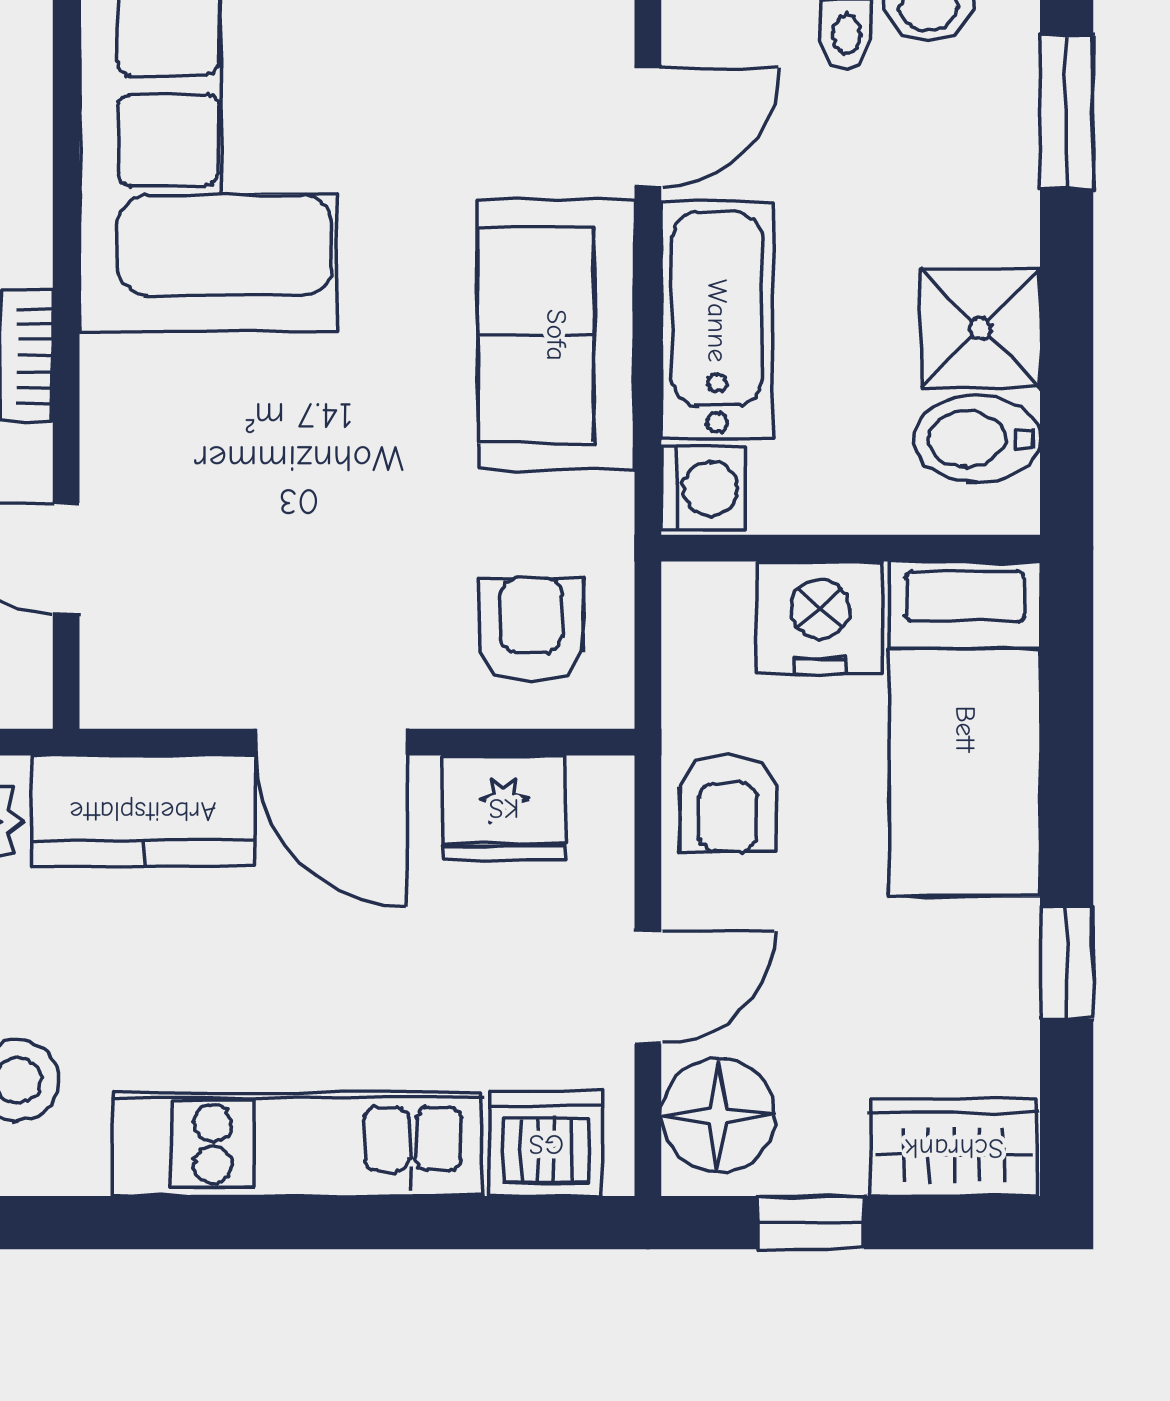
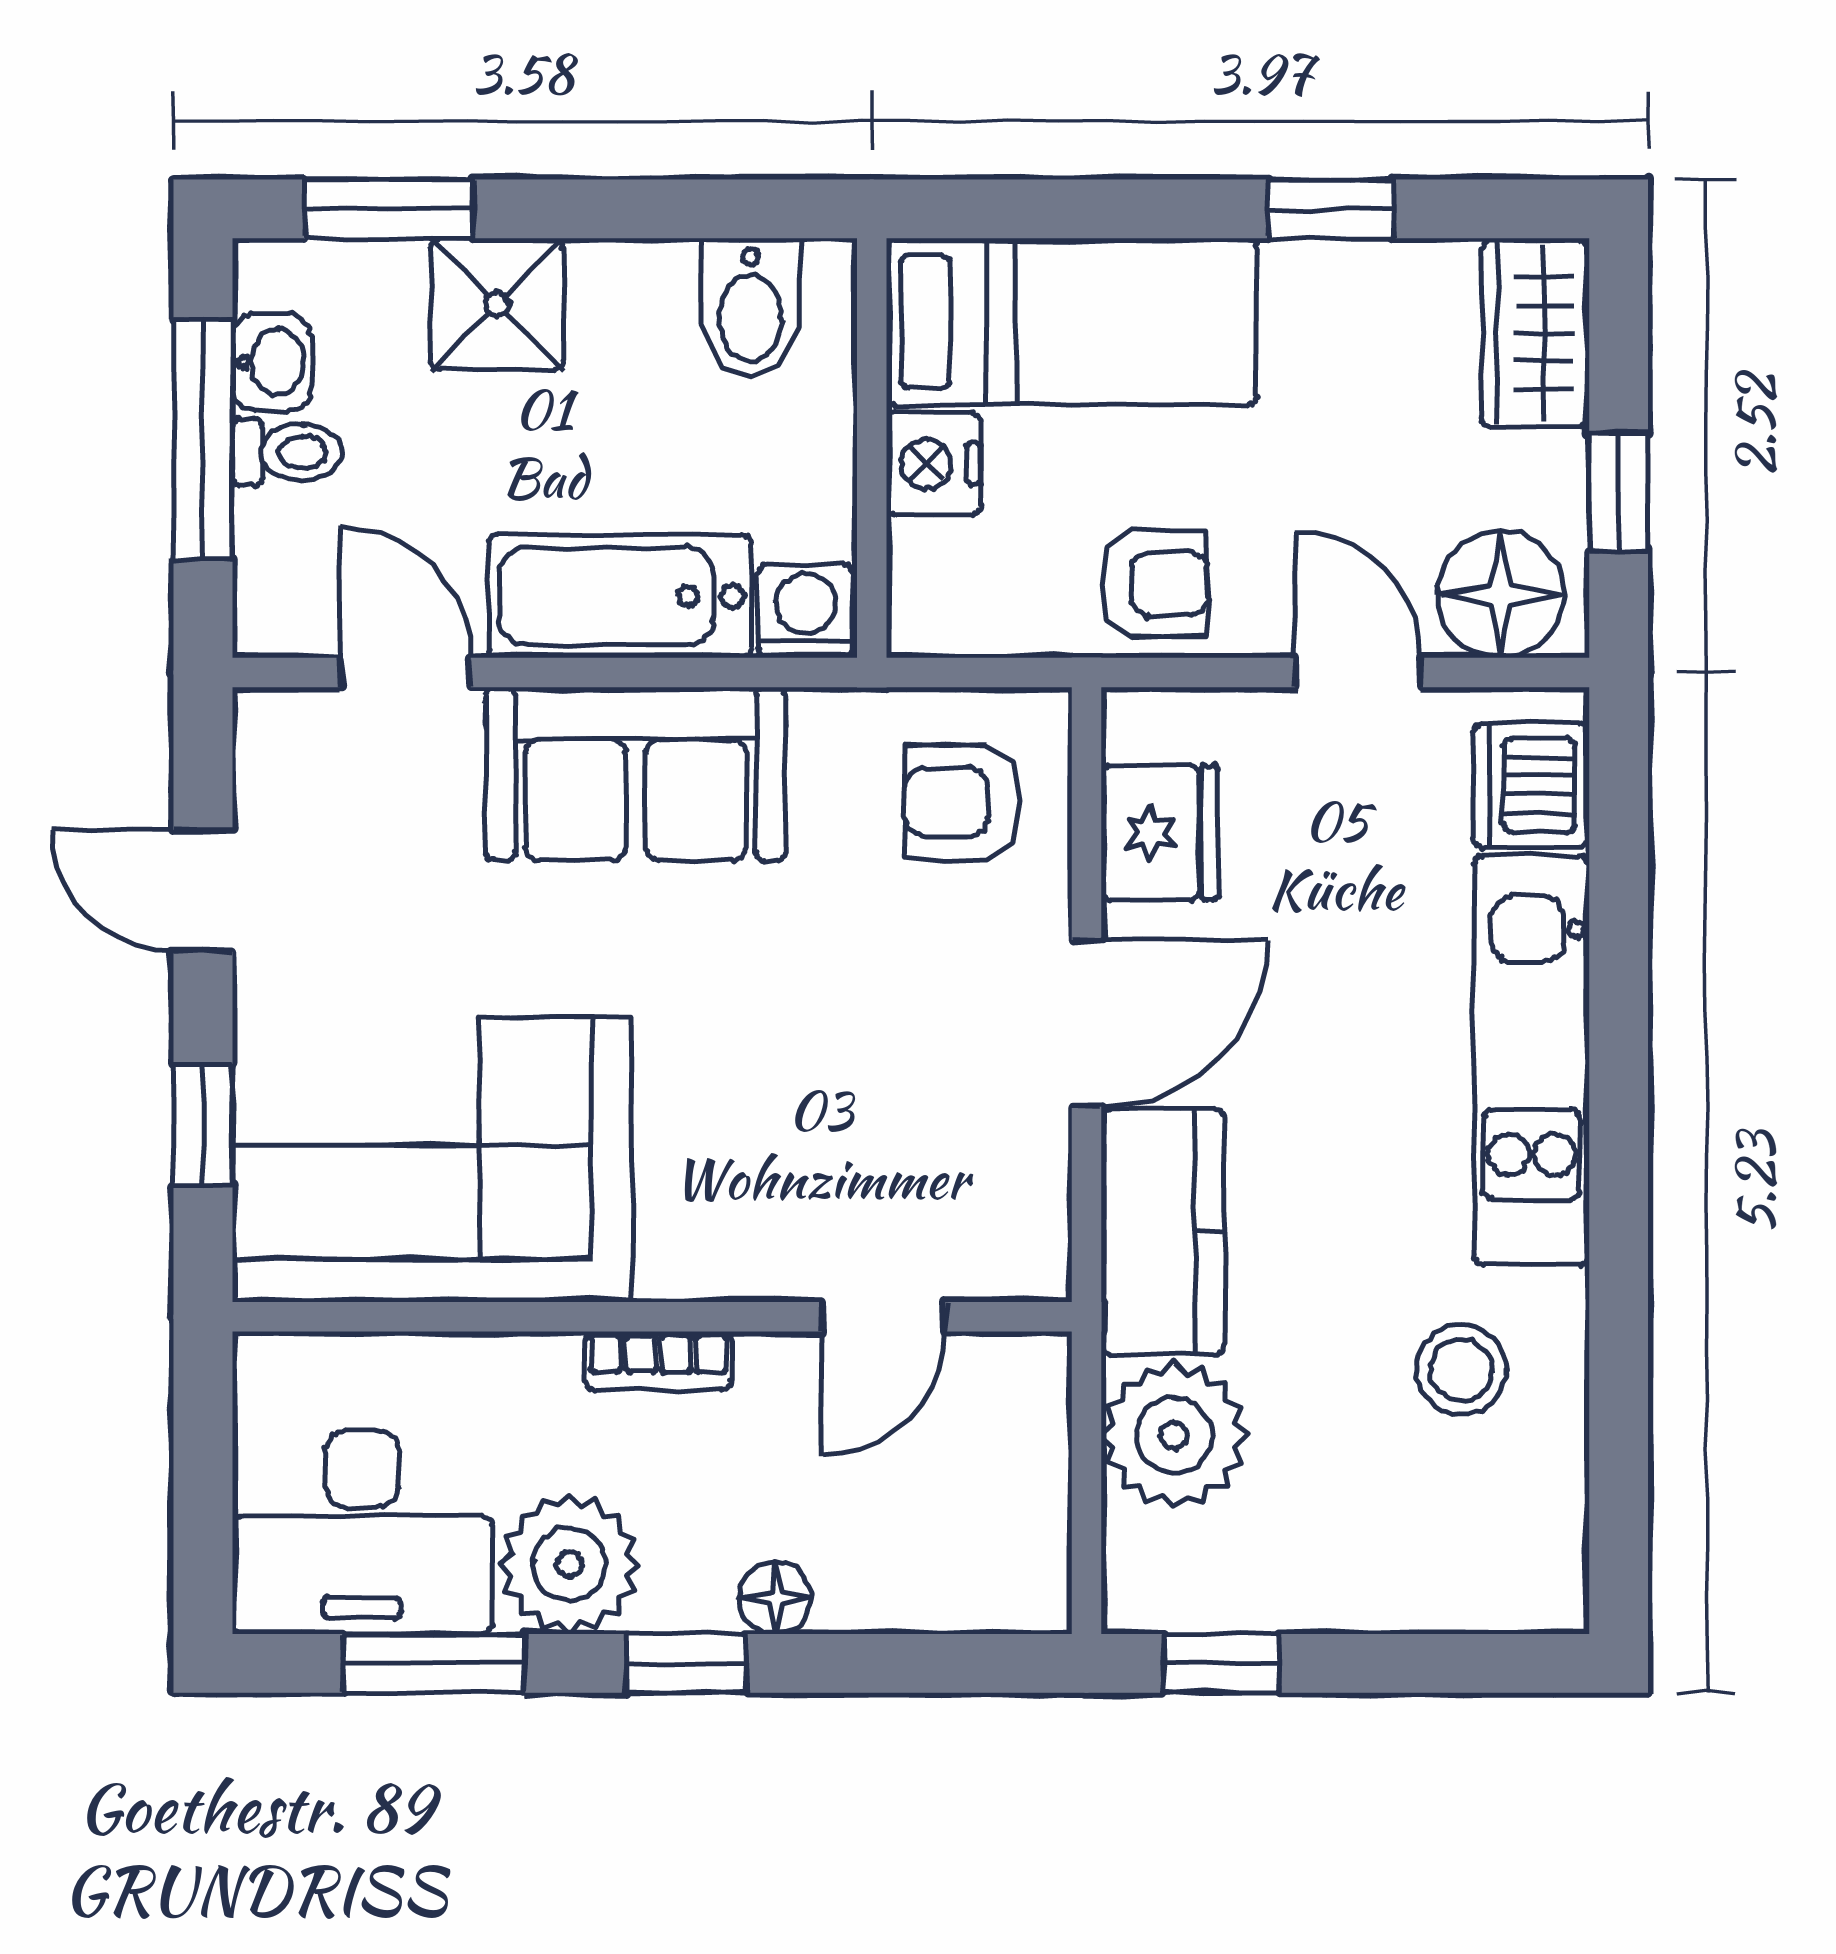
shower: (981, 328) -> (497, 304), moved
nightstand: (820, 618) -> (933, 464), width x0.74, depth x0.75

